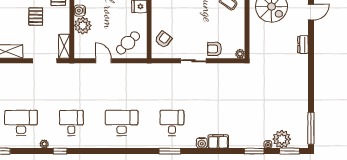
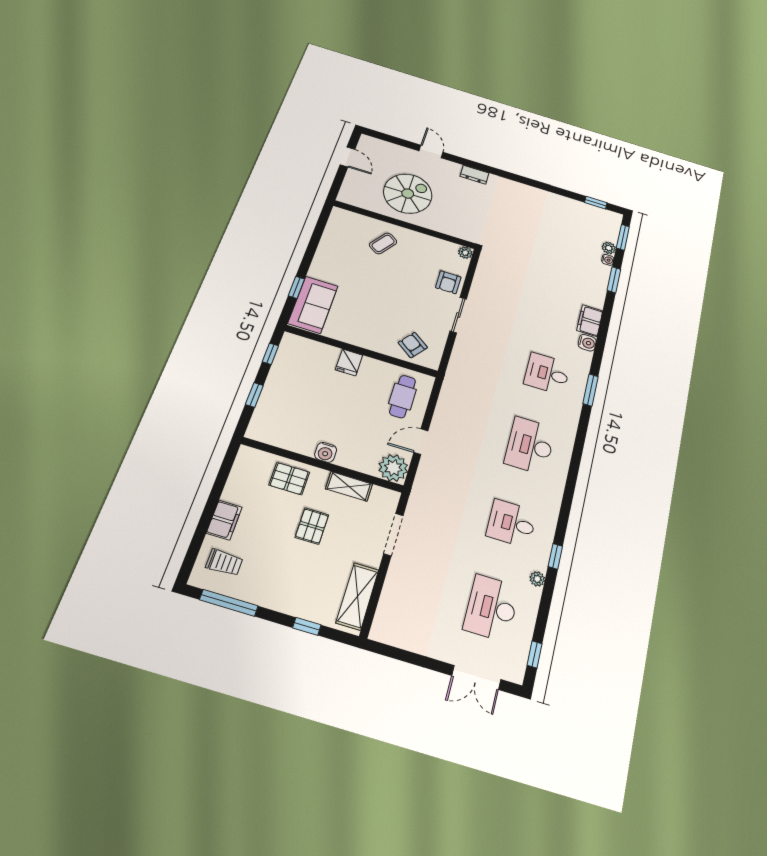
pallet: (36, 17) -> (312, 526), turned 90
plant: (83, 26) -> (393, 468), moved
cafe table: (128, 43) -> (403, 397), turned 44
shelving: (64, 46) -> (349, 486), moved
window: (311, 128) -> (596, 203), width x0.46
plant: (282, 139) -> (609, 248), width x0.53, depth x0.53

